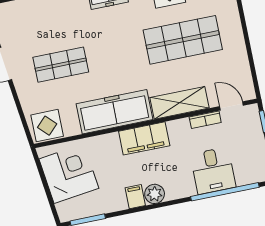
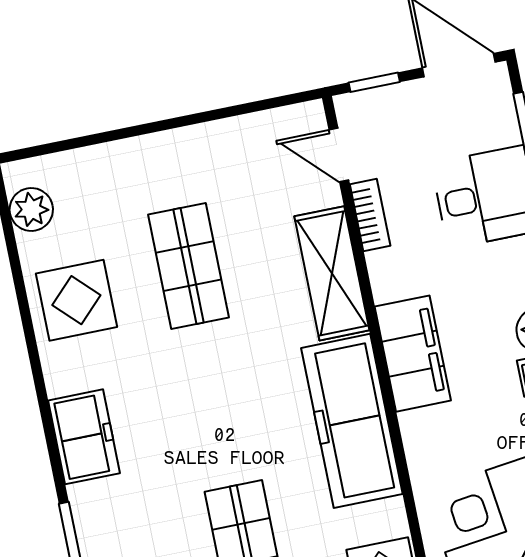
shop shelf: (183, 40) -> (189, 266), width x0.70, depth x0.74
door: (232, 106) -> (339, 155), hinge flipped

